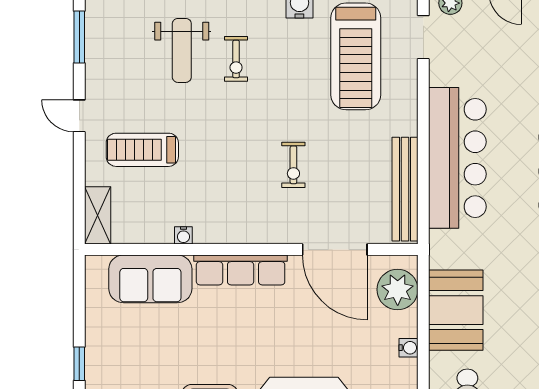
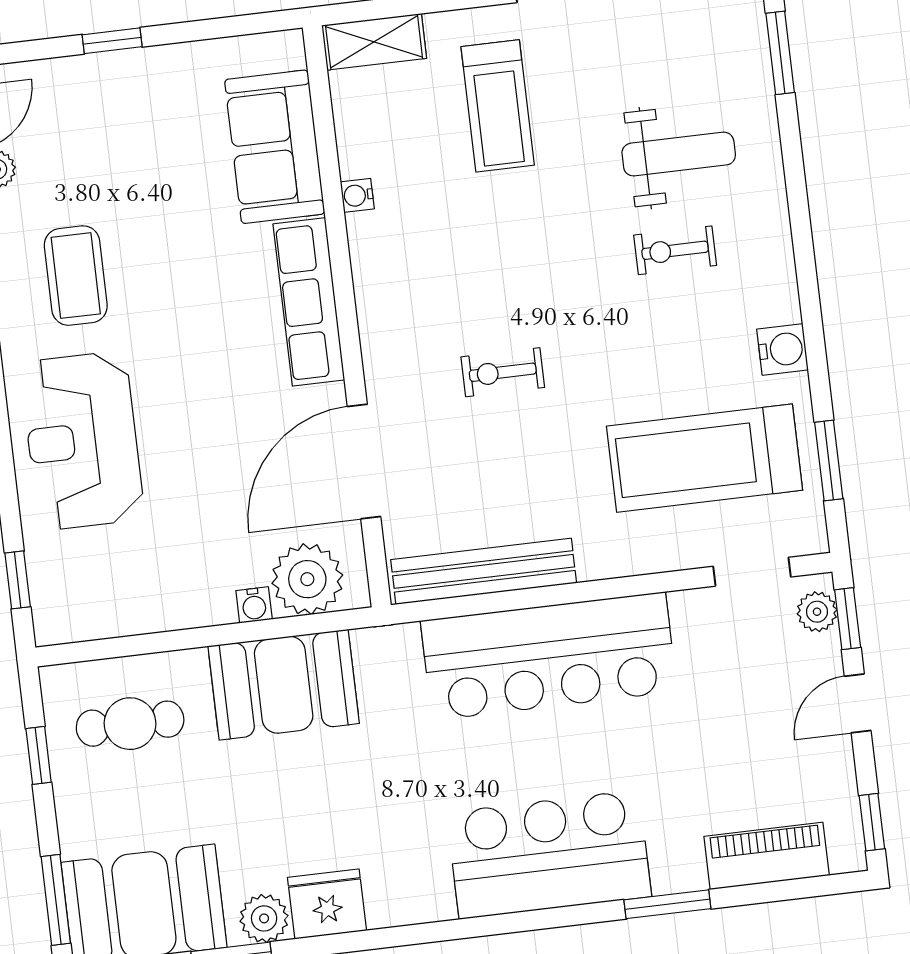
weight bench: (182, 50) -> (679, 154), turned 180
treadmill: (142, 150) -> (498, 106), turned 180
water cooler: (409, 348) -> (254, 605), moved

